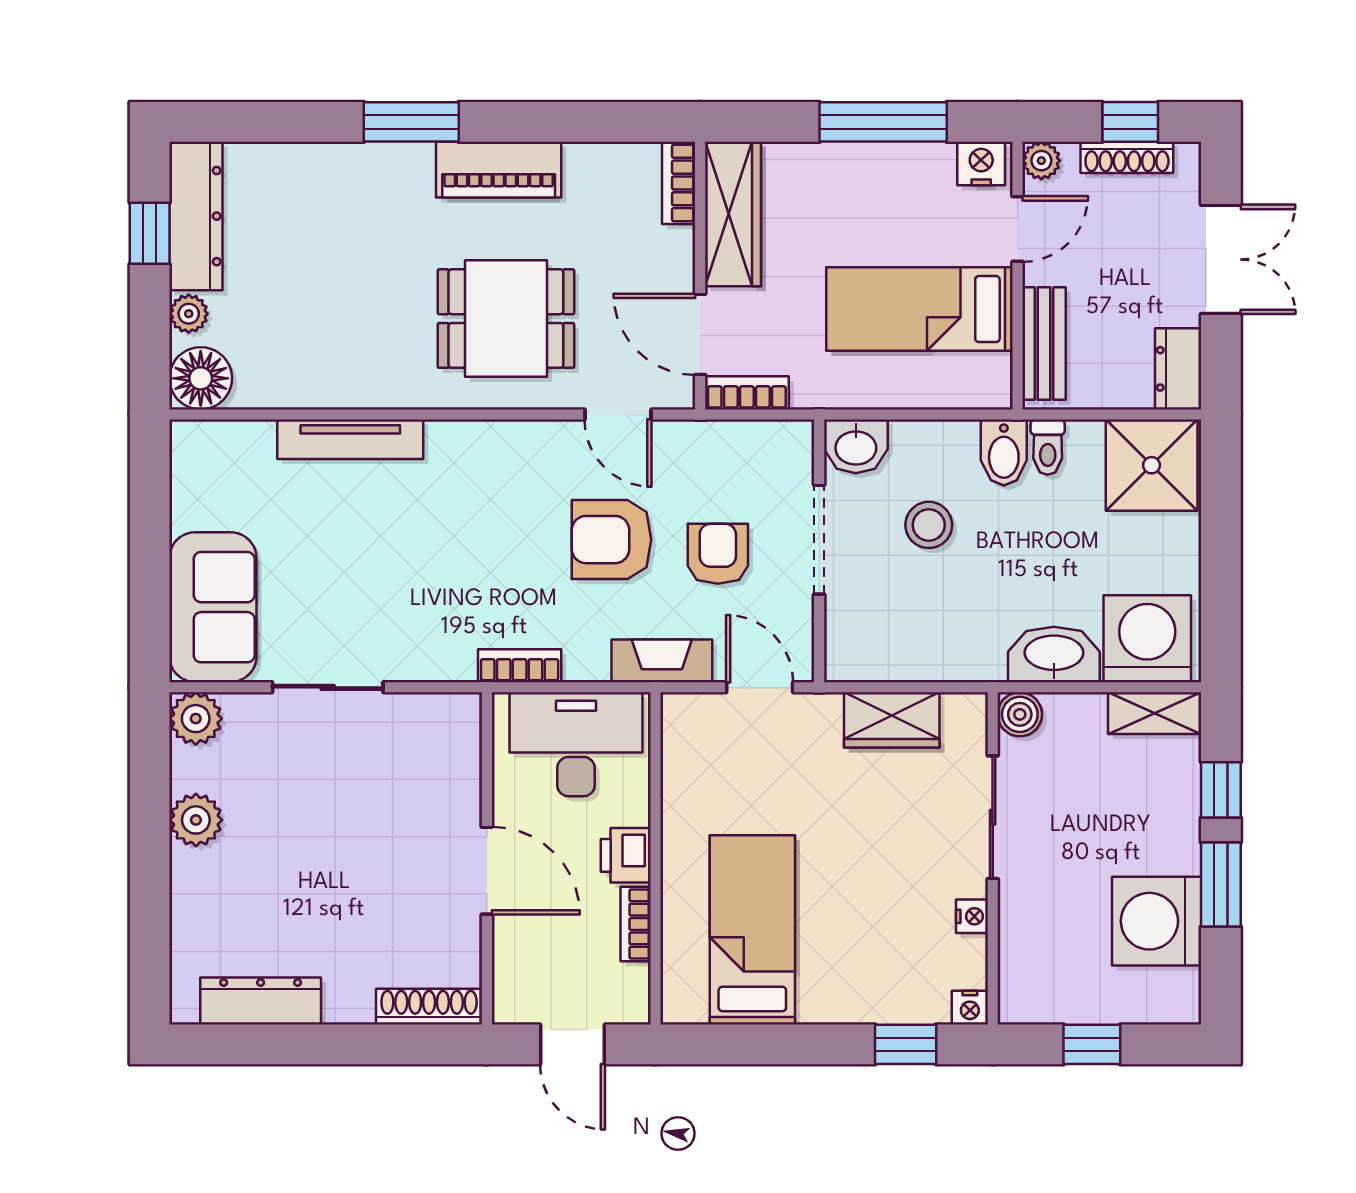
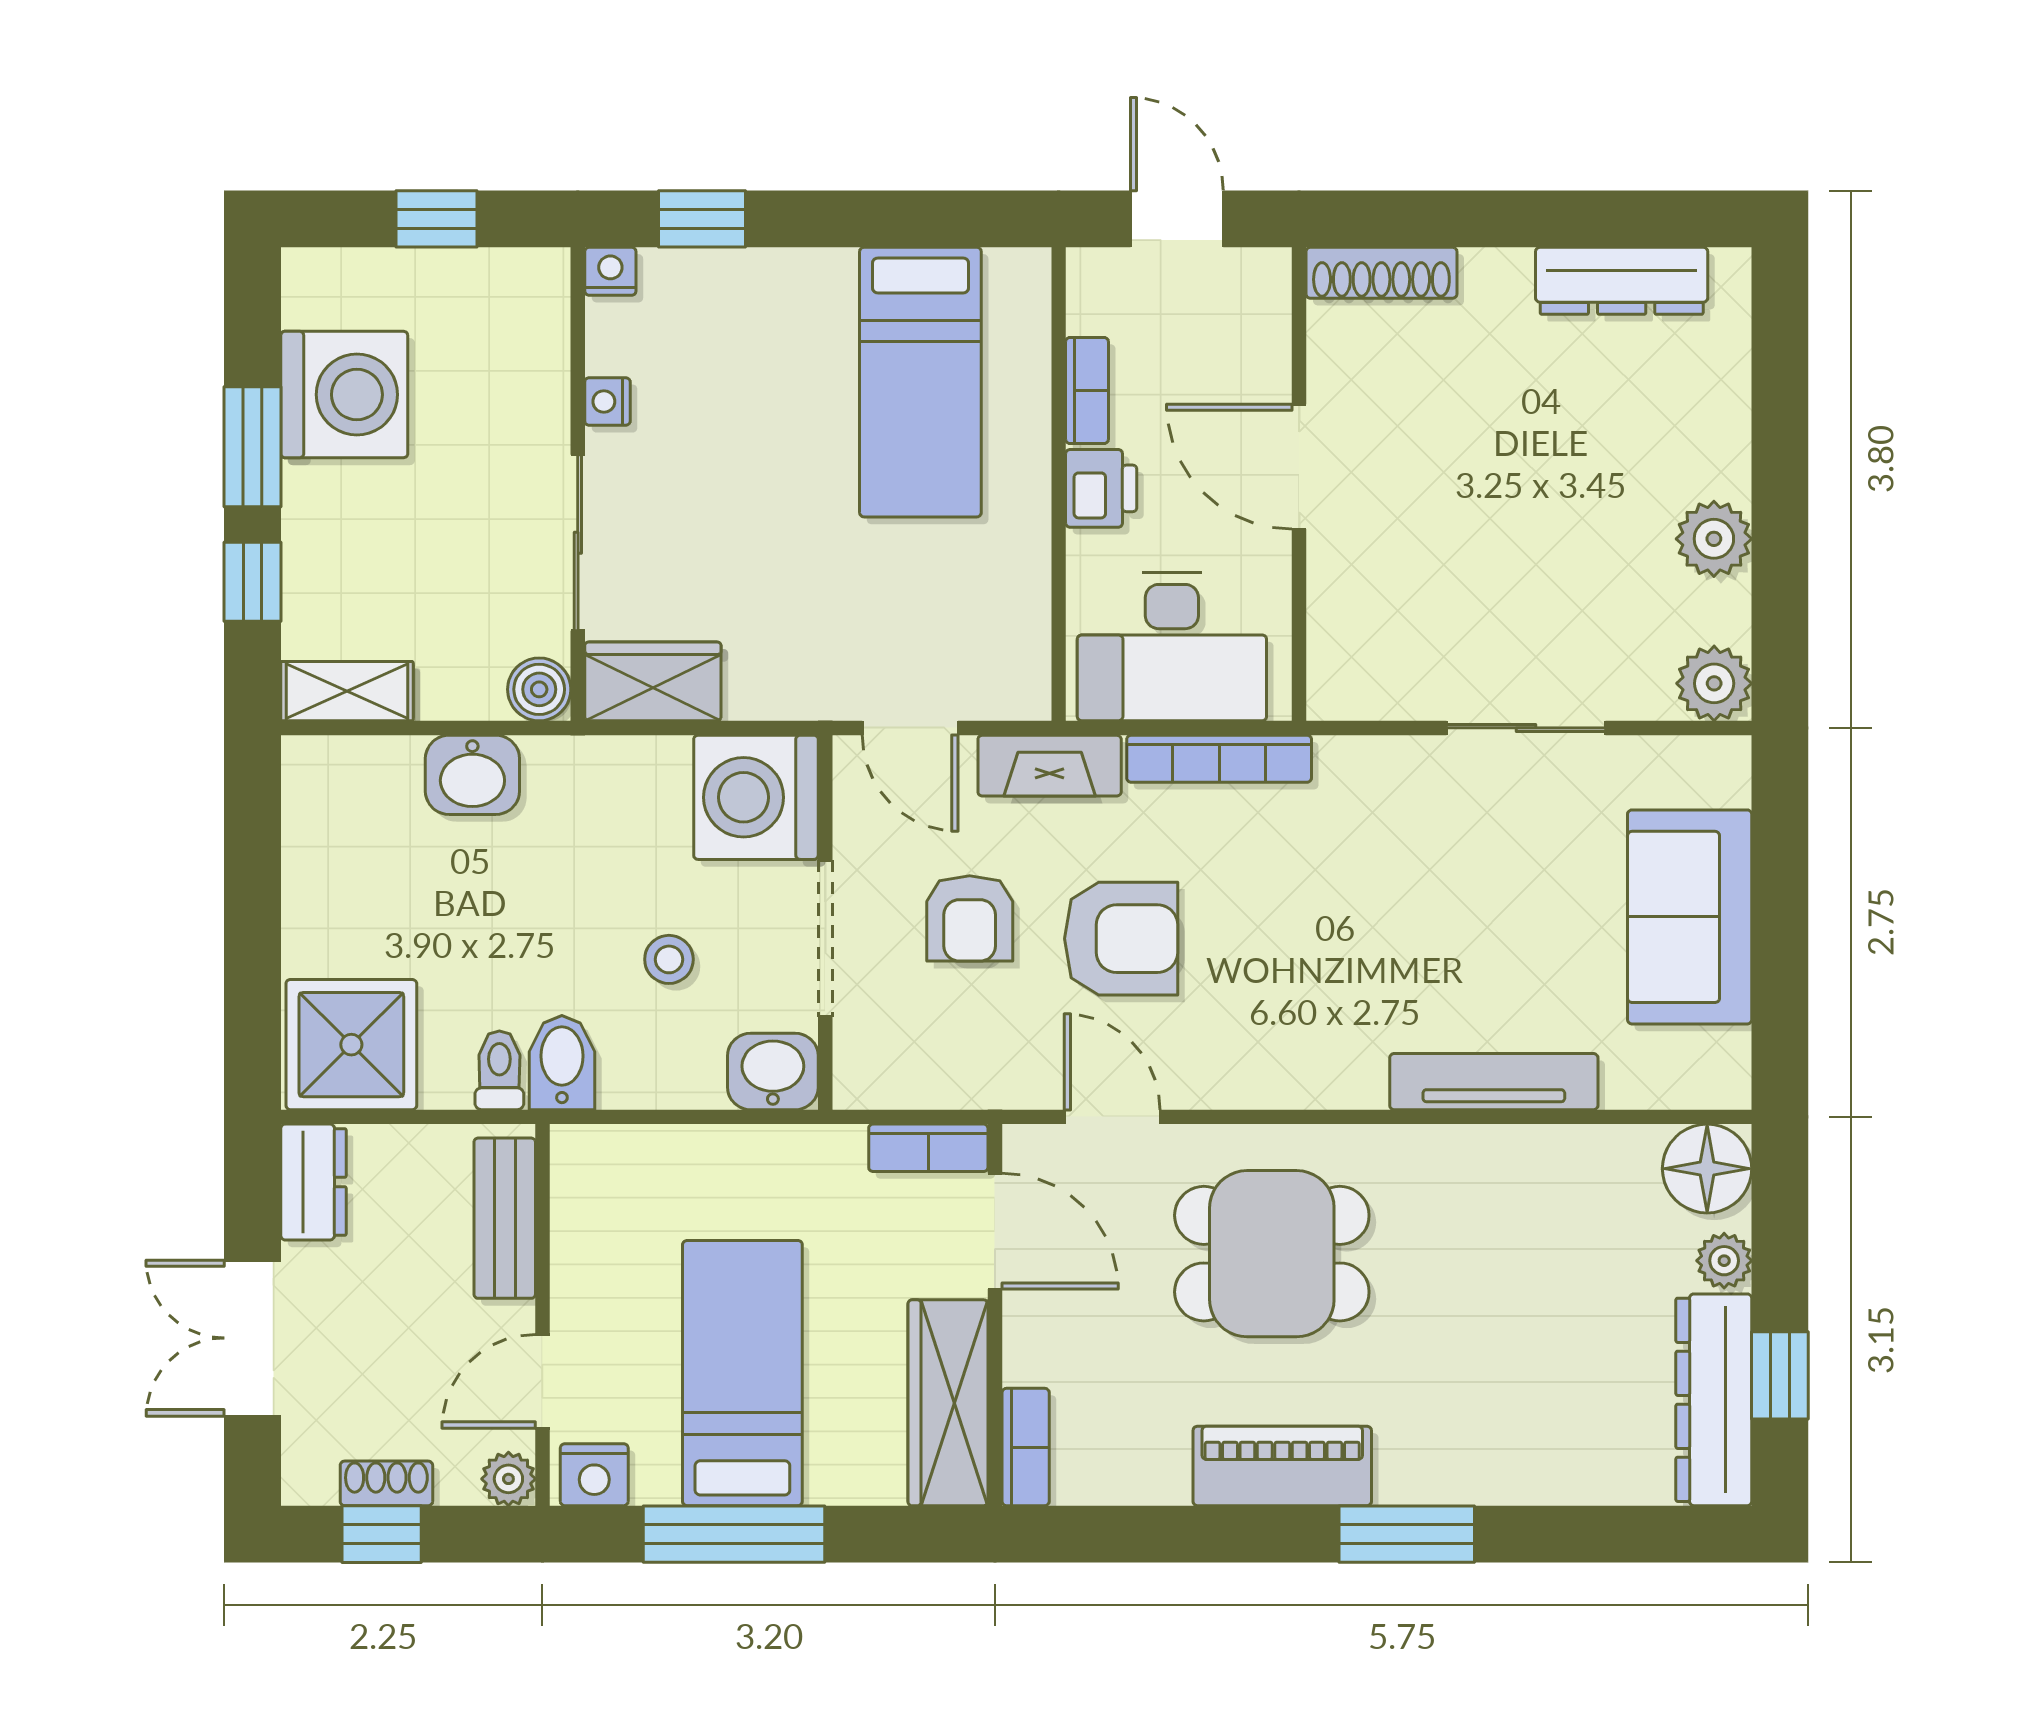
shoe rack: (1127, 157) -> (386, 1483), width x0.70
bed: (919, 309) -> (742, 1373), moved, turned -90
stool: (929, 525) -> (669, 959), width x0.73, depth x0.73
sofa: (213, 607) -> (1690, 917), moved
washing machine: (1147, 639) -> (756, 797), moved, turned 90
washbasin: (1054, 654) -> (472, 775), width x0.72
bookcase: (520, 666) -> (1219, 759), width x1.56
wardrobe: (892, 720) -> (653, 681), moved

